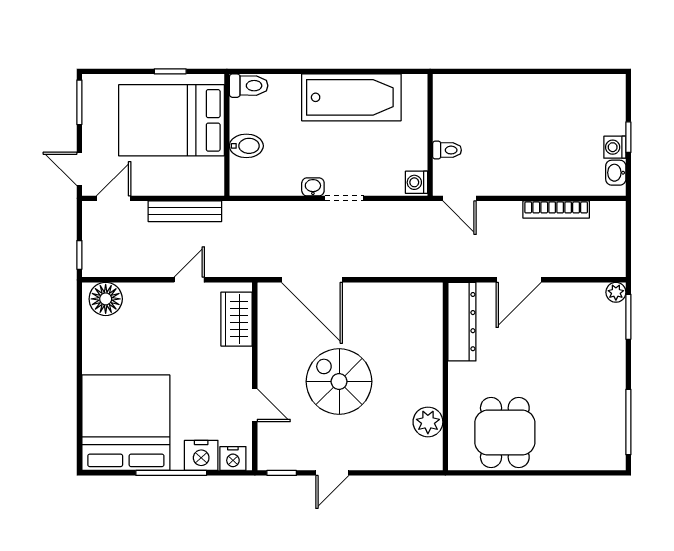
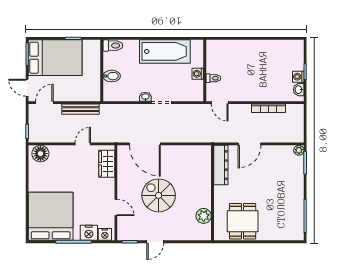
bed: (171, 120) -> (55, 58), moved, turned 180
washing machine: (416, 182) -> (198, 74), moved

